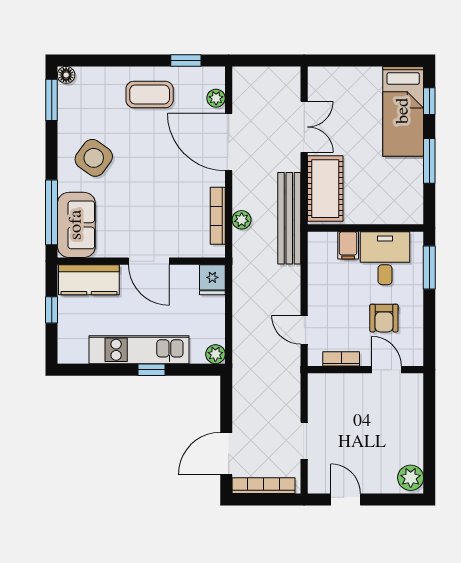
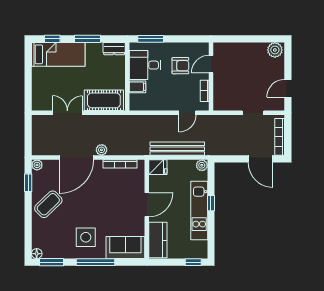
coffee table: (150, 95) -> (48, 204), turned 46
plant: (216, 98) -> (37, 165), moved
side table: (94, 158) -> (86, 237), turned -36
dresser: (413, 206) -> (114, 49), added
window: (52, 212) -> (95, 262), moved
bench: (289, 218) -> (177, 149), moved
plant: (242, 220) -> (102, 150), moved
window: (52, 310) -> (193, 262), moved

